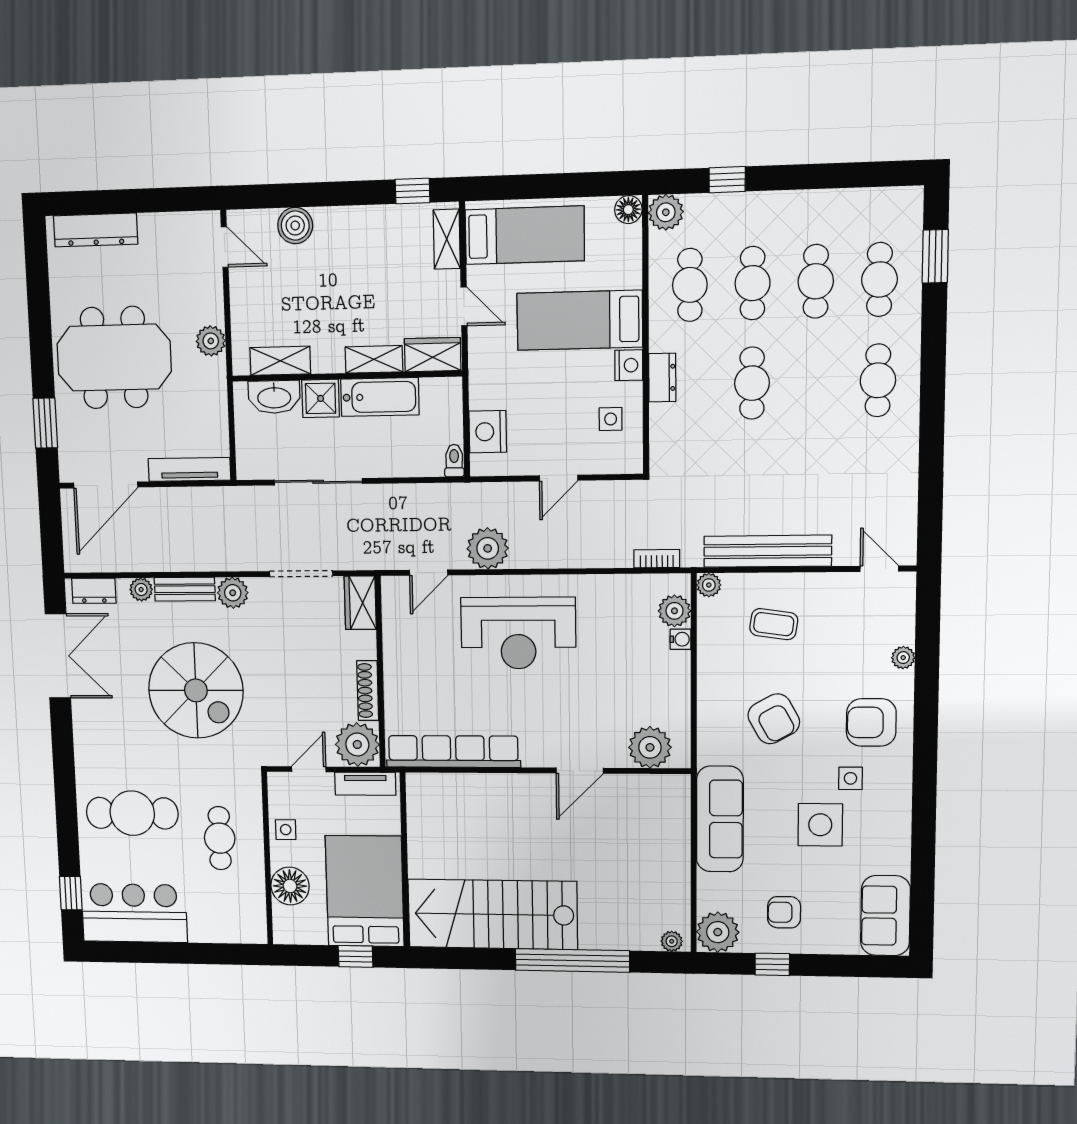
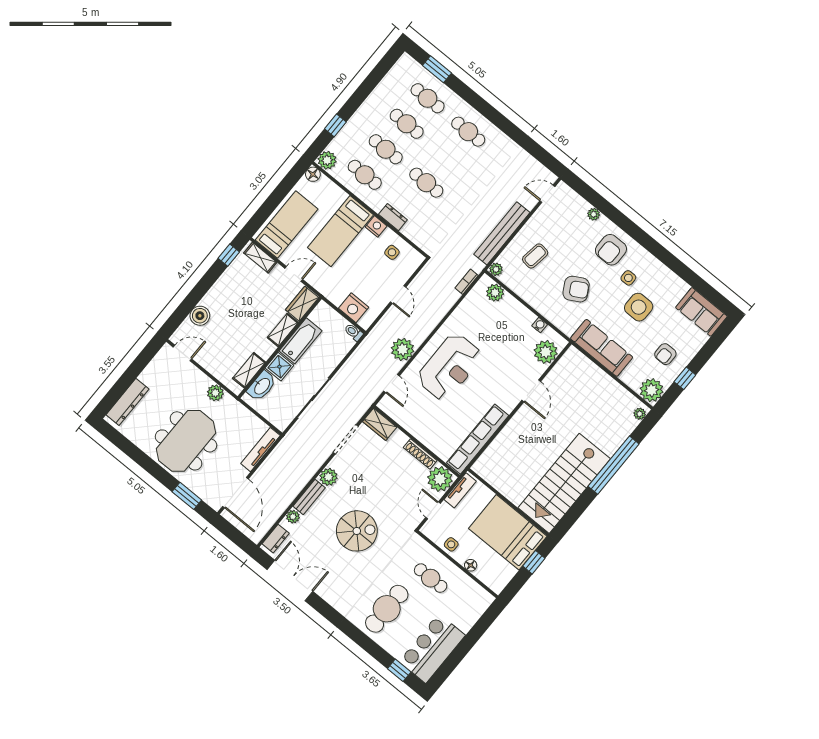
water cooler: (680, 639) -> (540, 325), moved
spiral stairs: (196, 690) -> (357, 531), width x0.73, depth x0.73
floor lamp: (290, 886) -> (471, 565), width x0.53, depth x0.53

